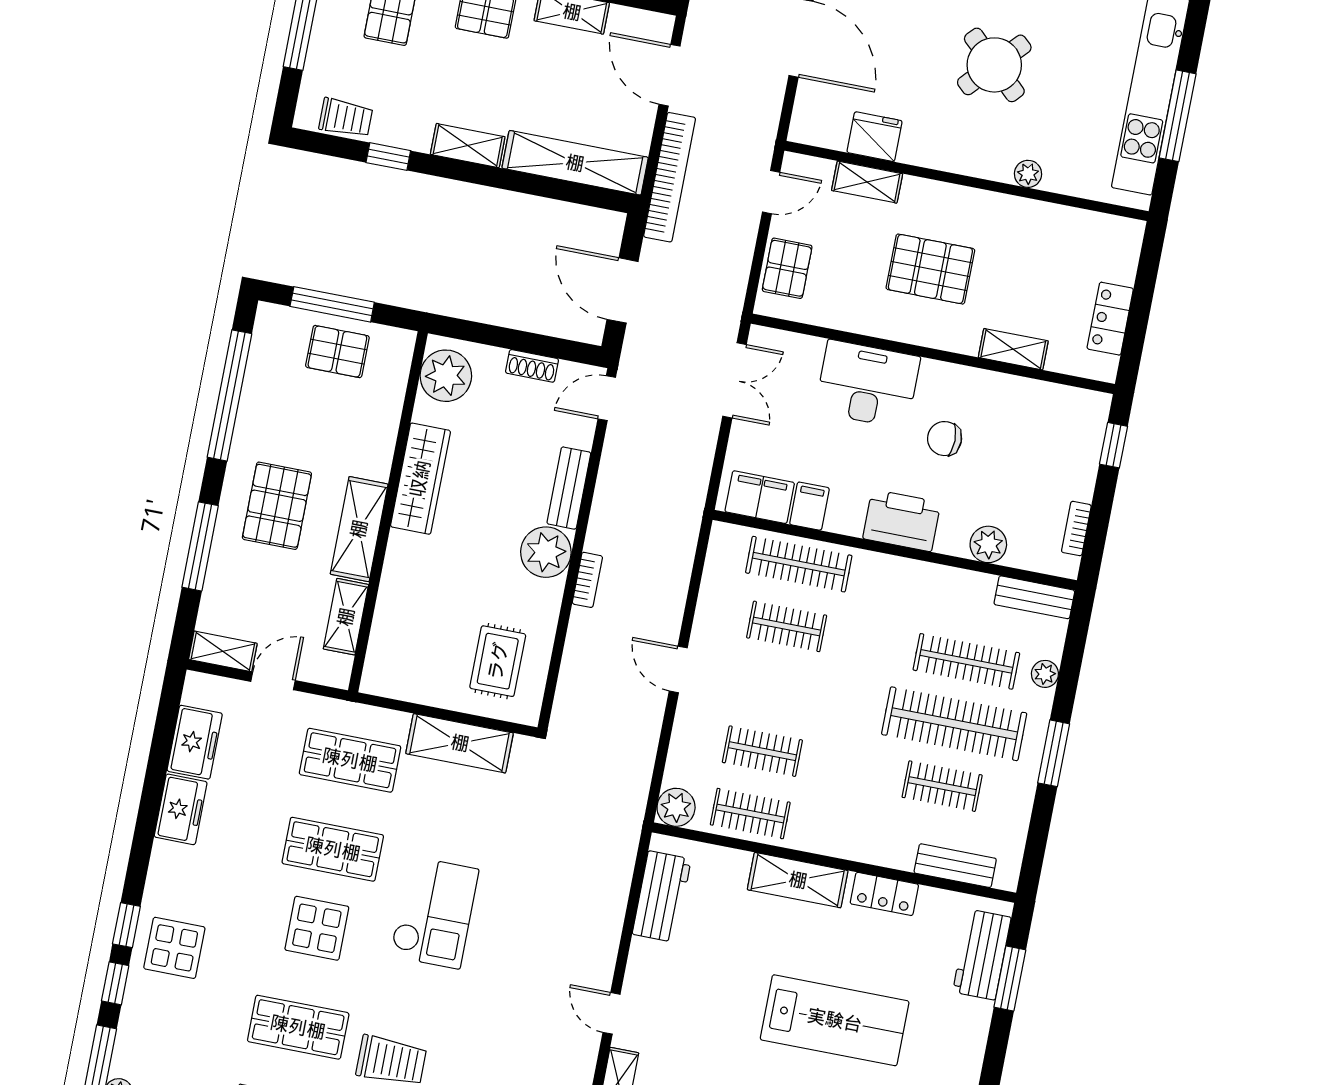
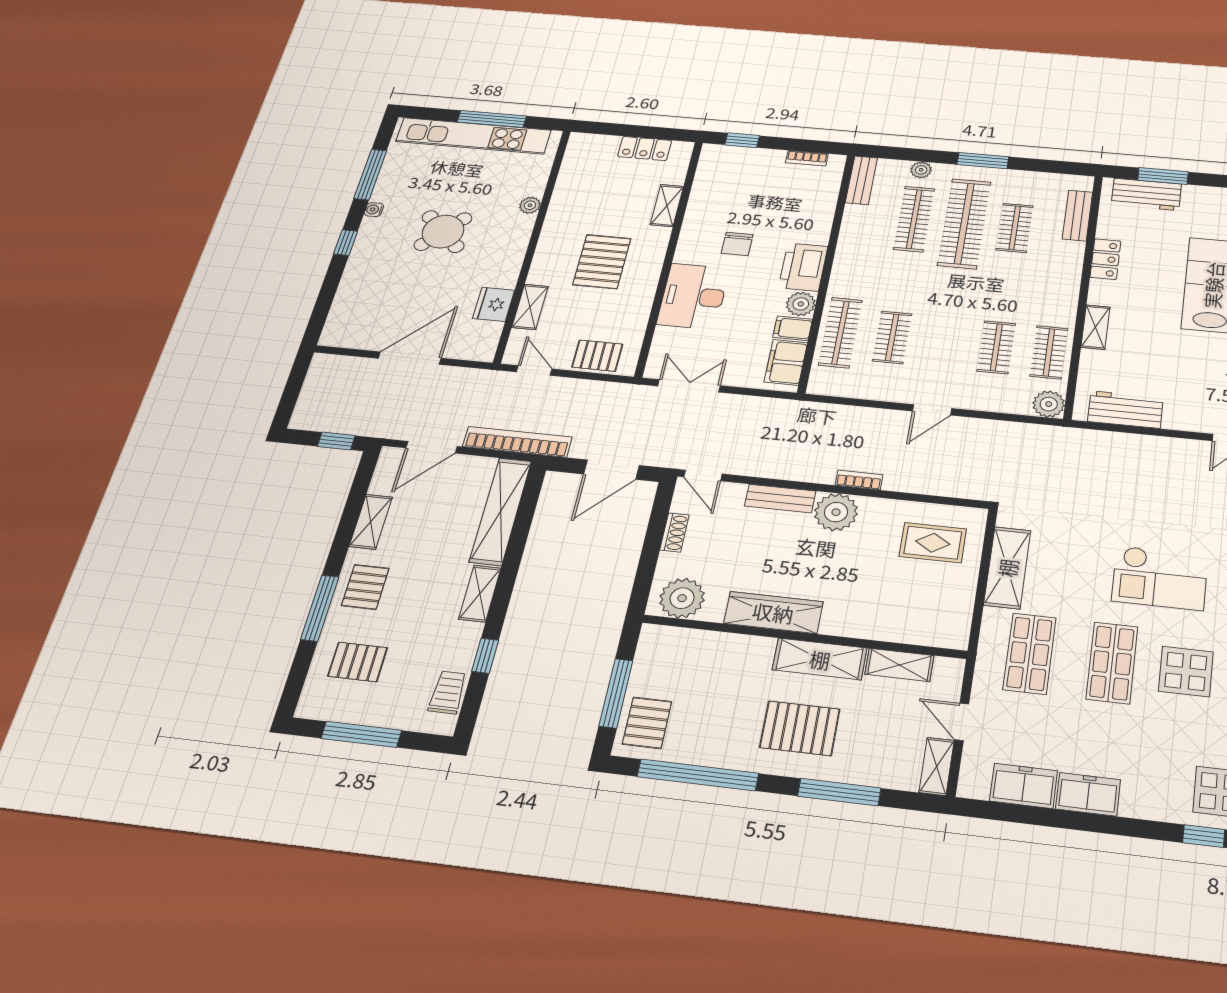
pallet: (337, 352) -> (647, 723), moved
plant: (988, 544) -> (801, 304), moved
shelving: (798, 880) -> (1095, 327), width x0.67, depth x0.75
checkout: (434, 913) -> (1160, 578), turned 180

